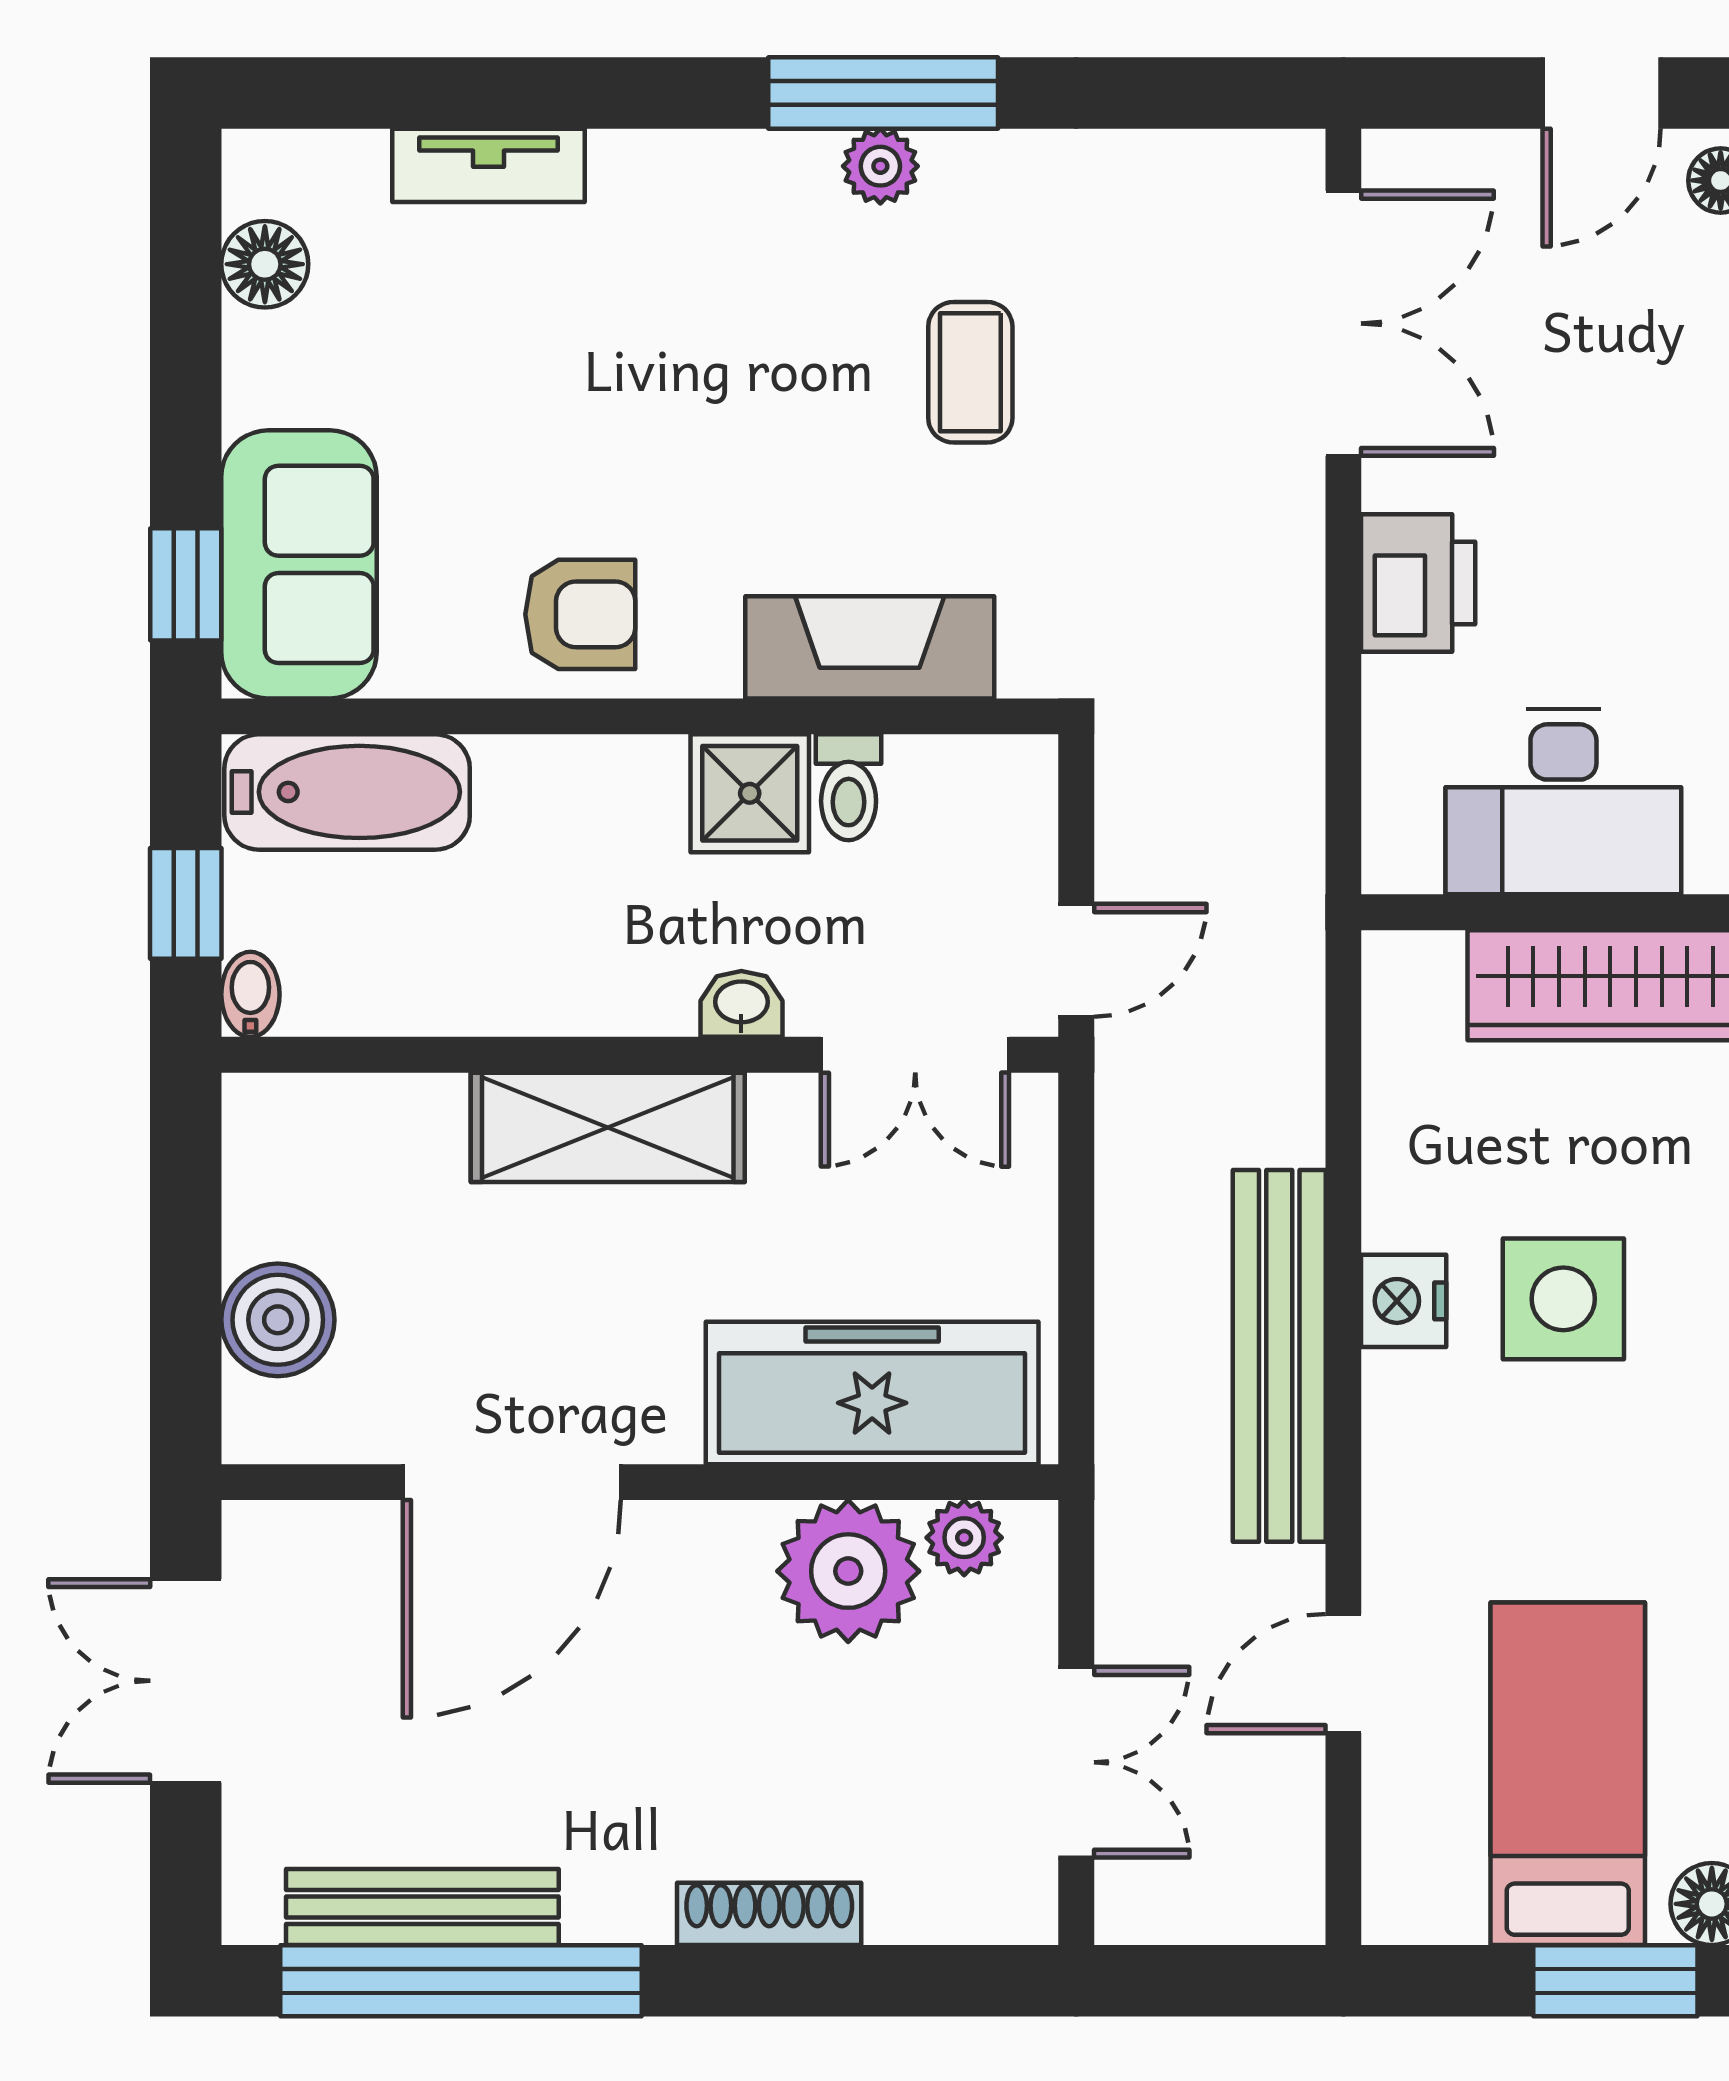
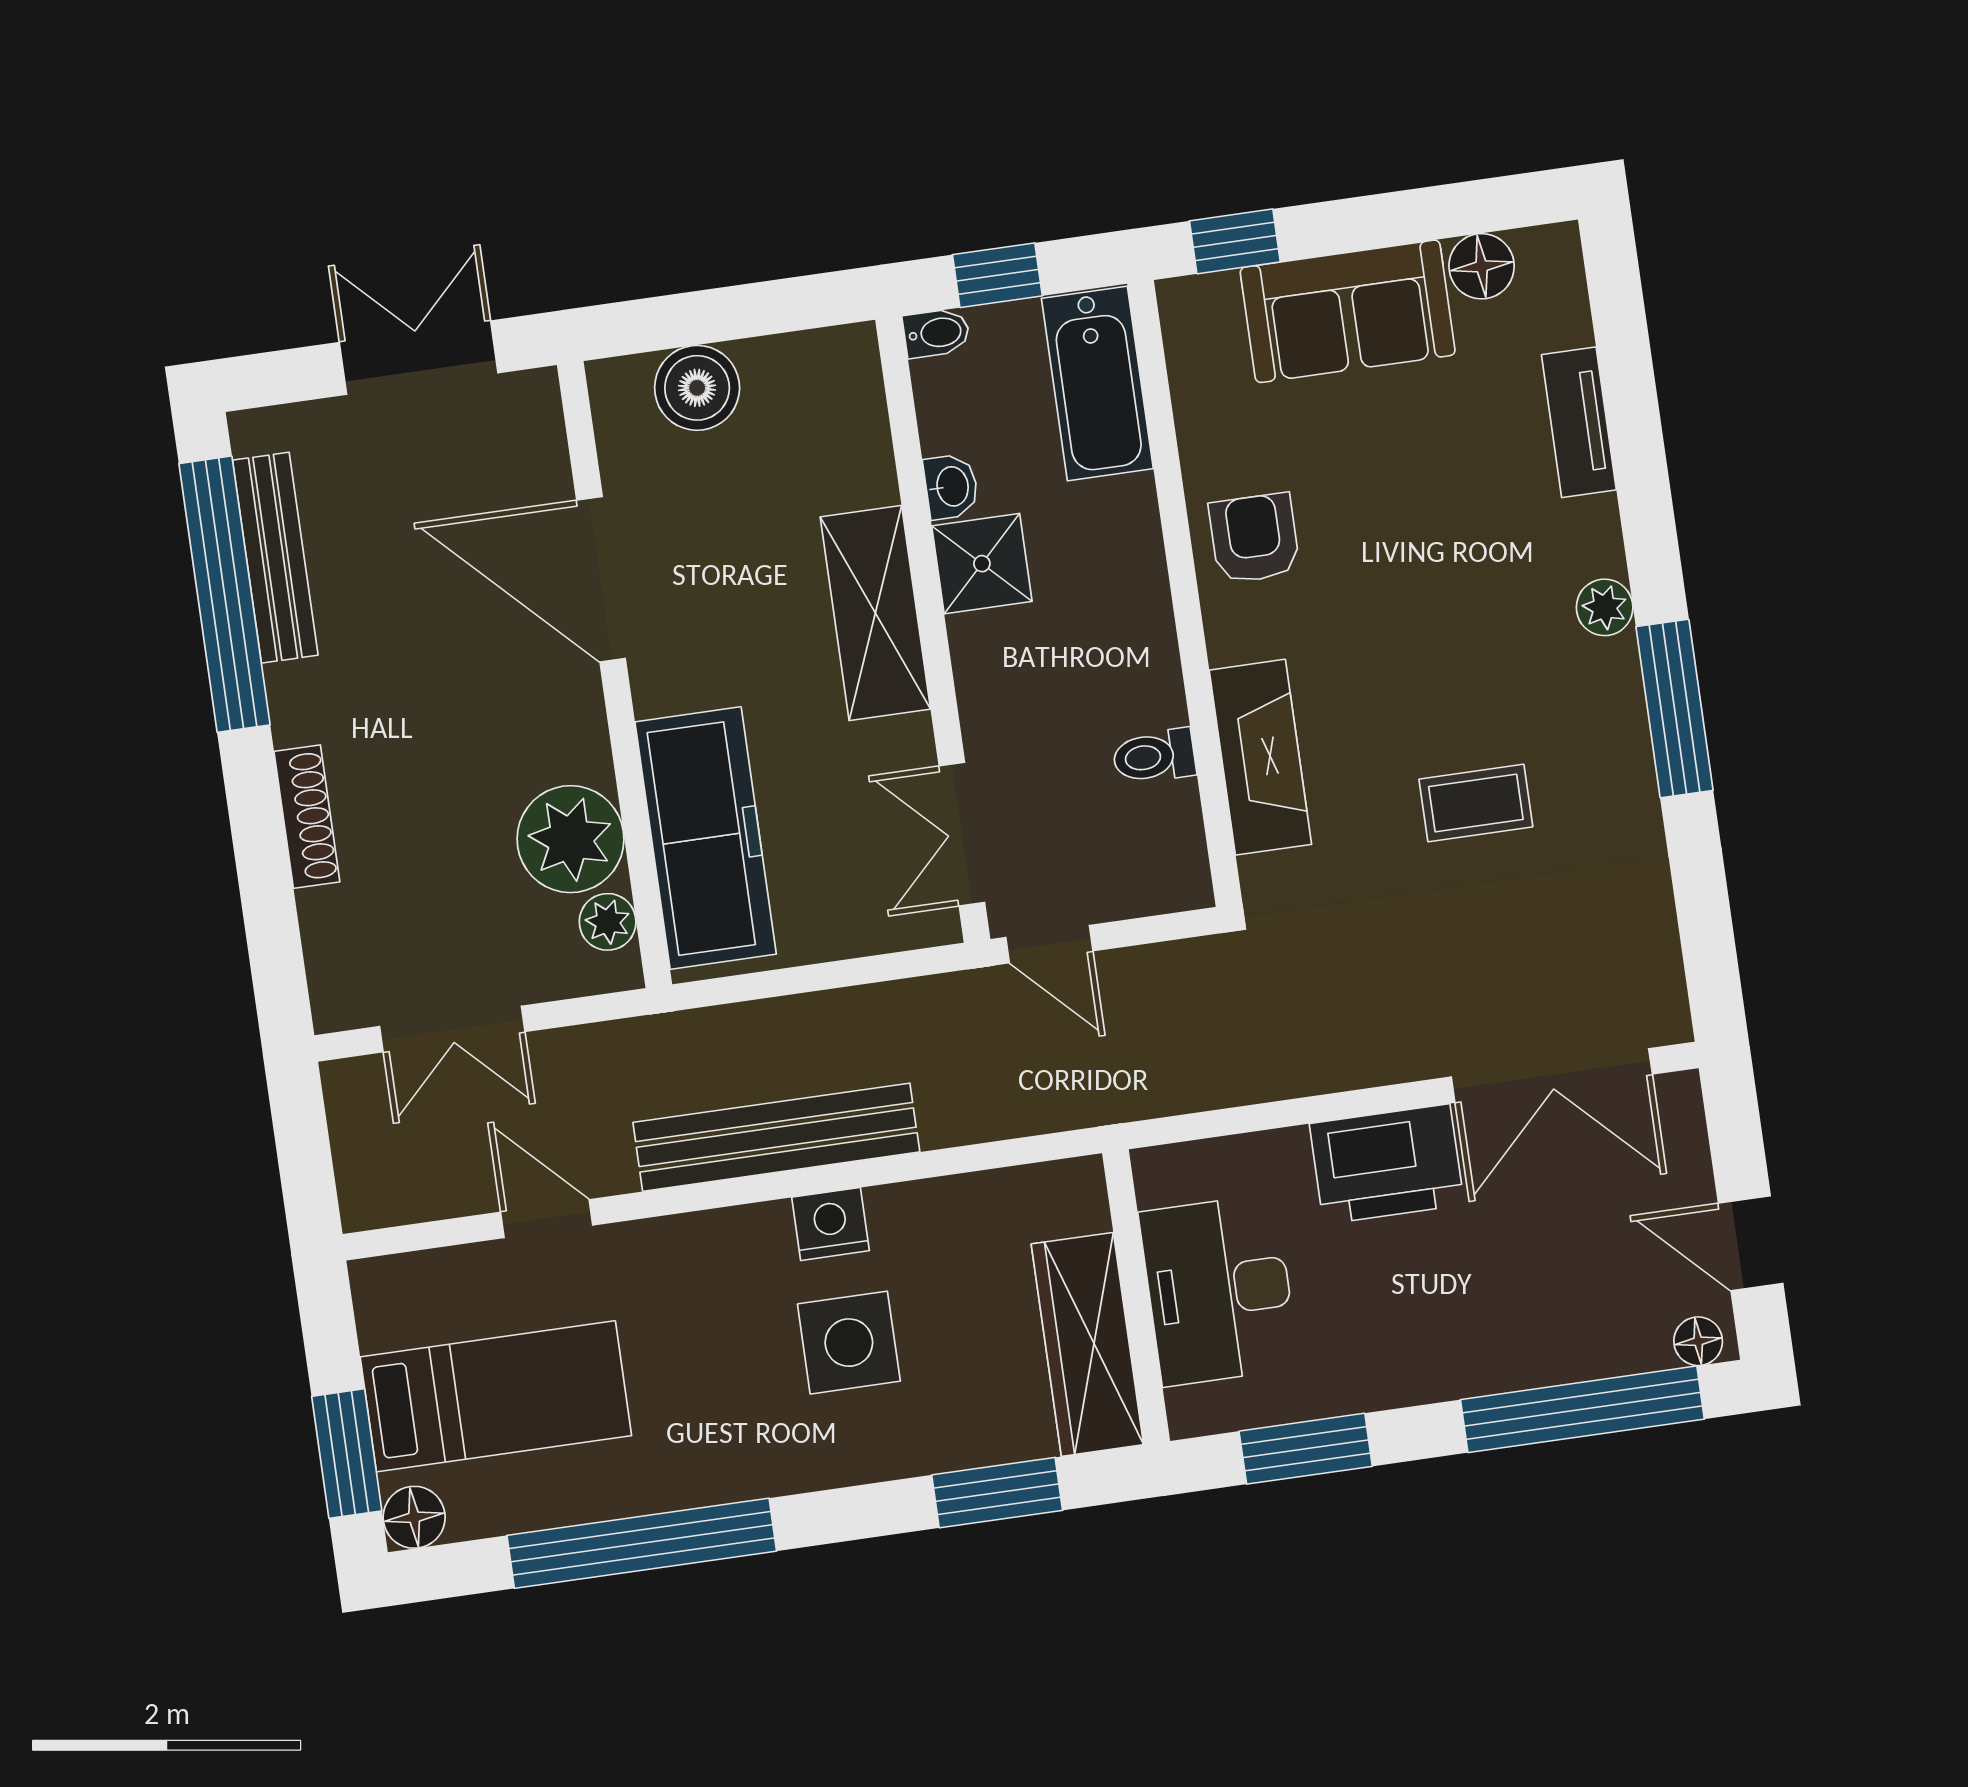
plant: (880, 166) -> (1605, 607), moved
sofa: (299, 564) -> (1348, 311), moved
printer: (1418, 583) -> (1387, 1164), width x1.37, depth x1.19
armchair: (580, 614) -> (1254, 538), turned 180
shower: (750, 793) -> (982, 564), moved
washbasin: (741, 1004) -> (951, 487), moved

